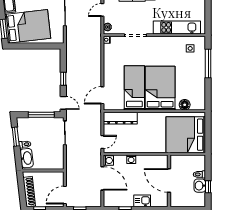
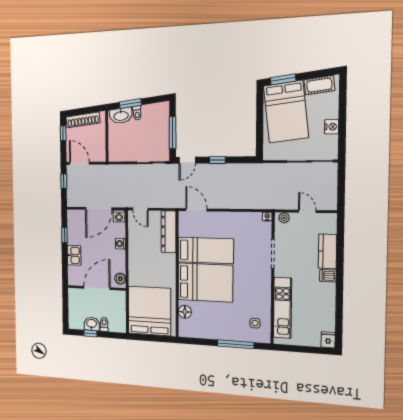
window: (16, 137) -> (130, 104), moved
boiler: (160, 160) -> (120, 279), added

